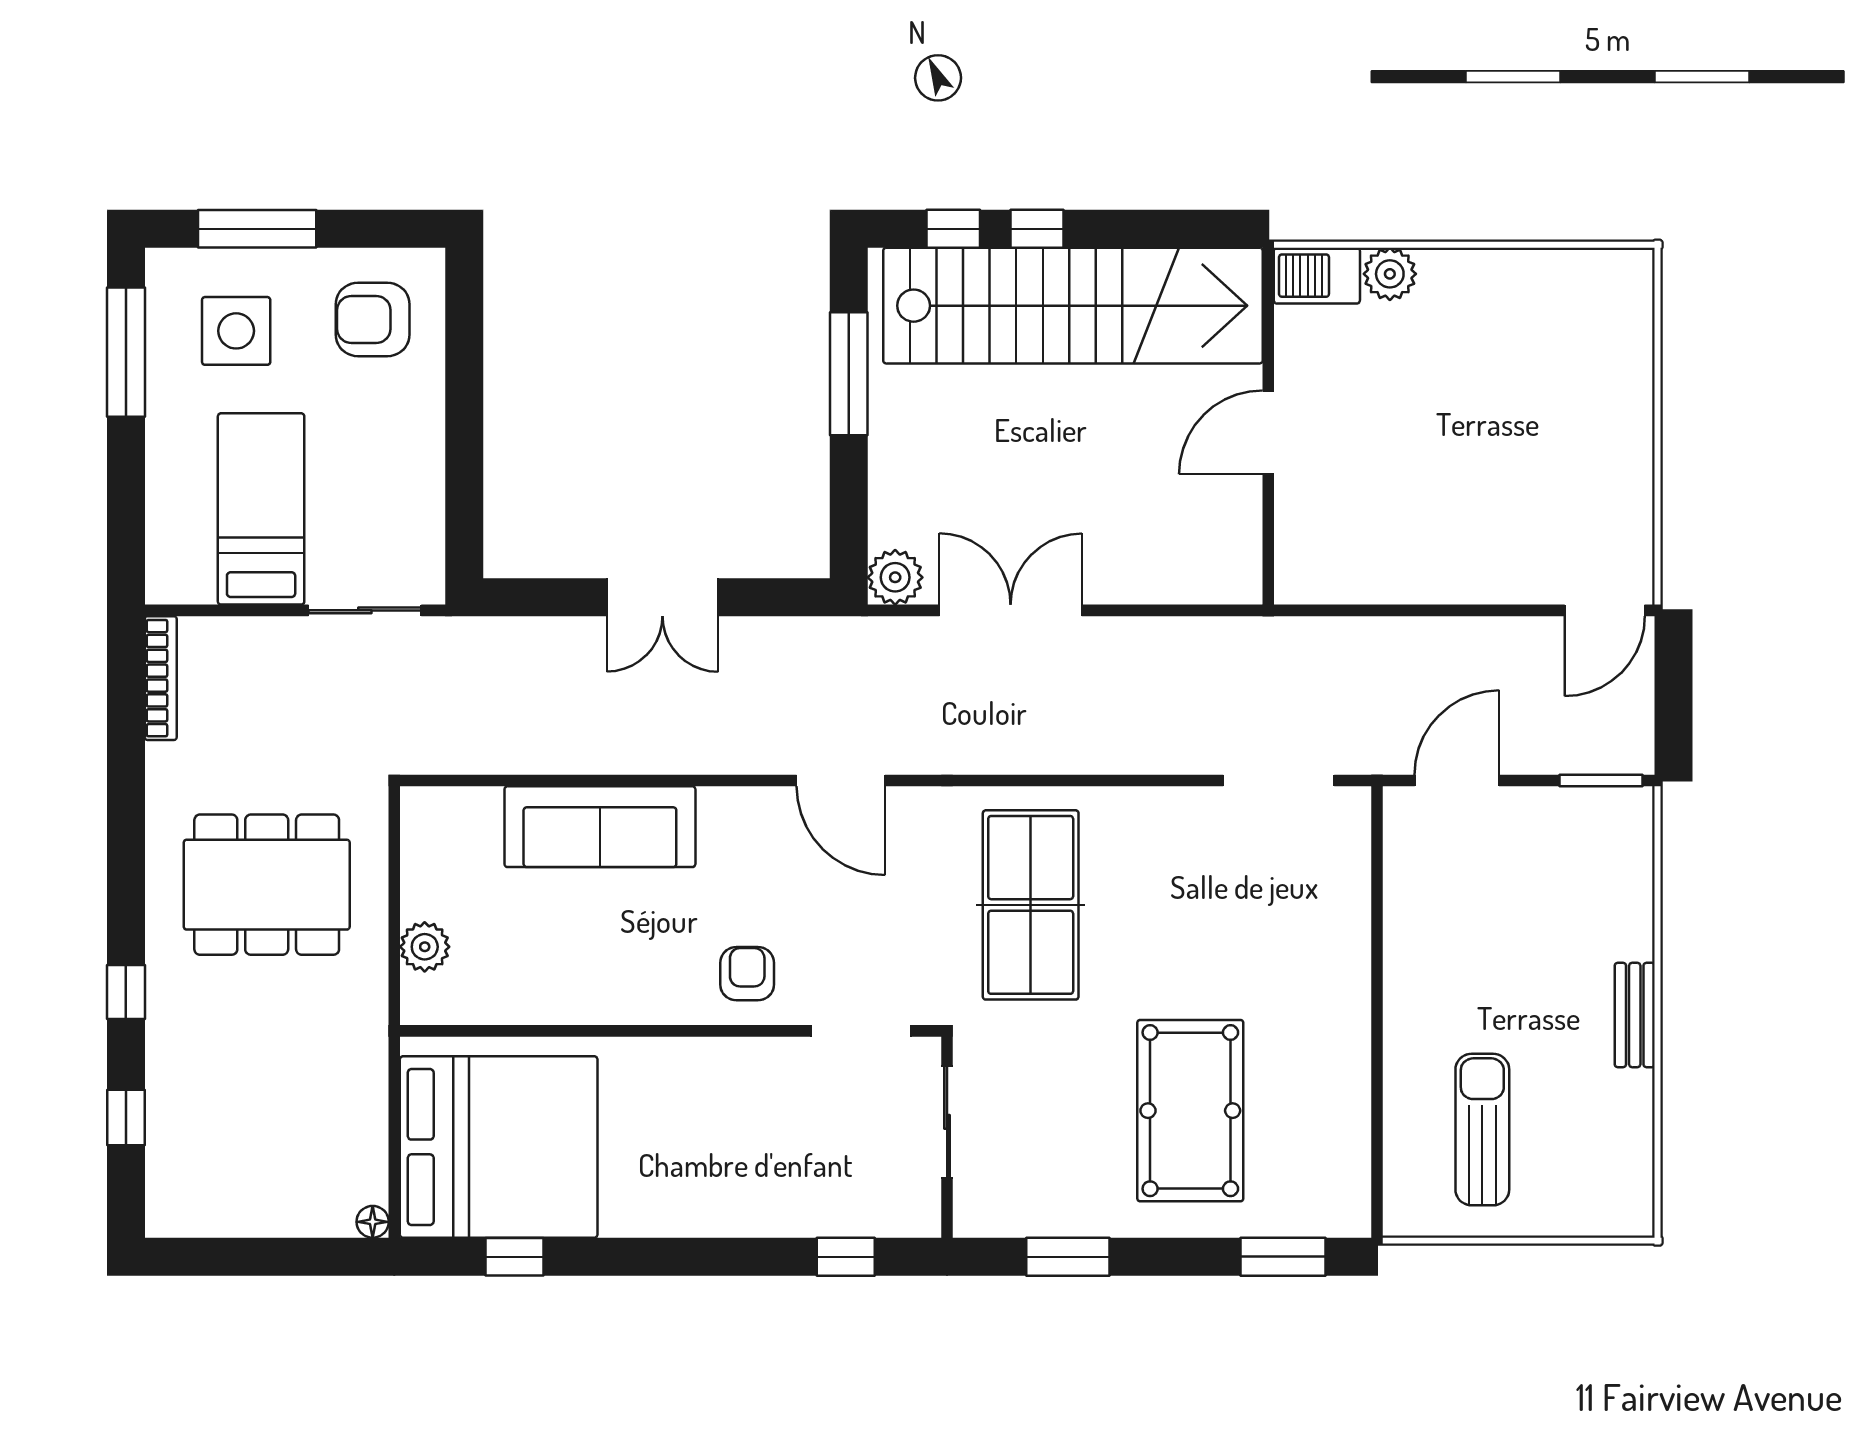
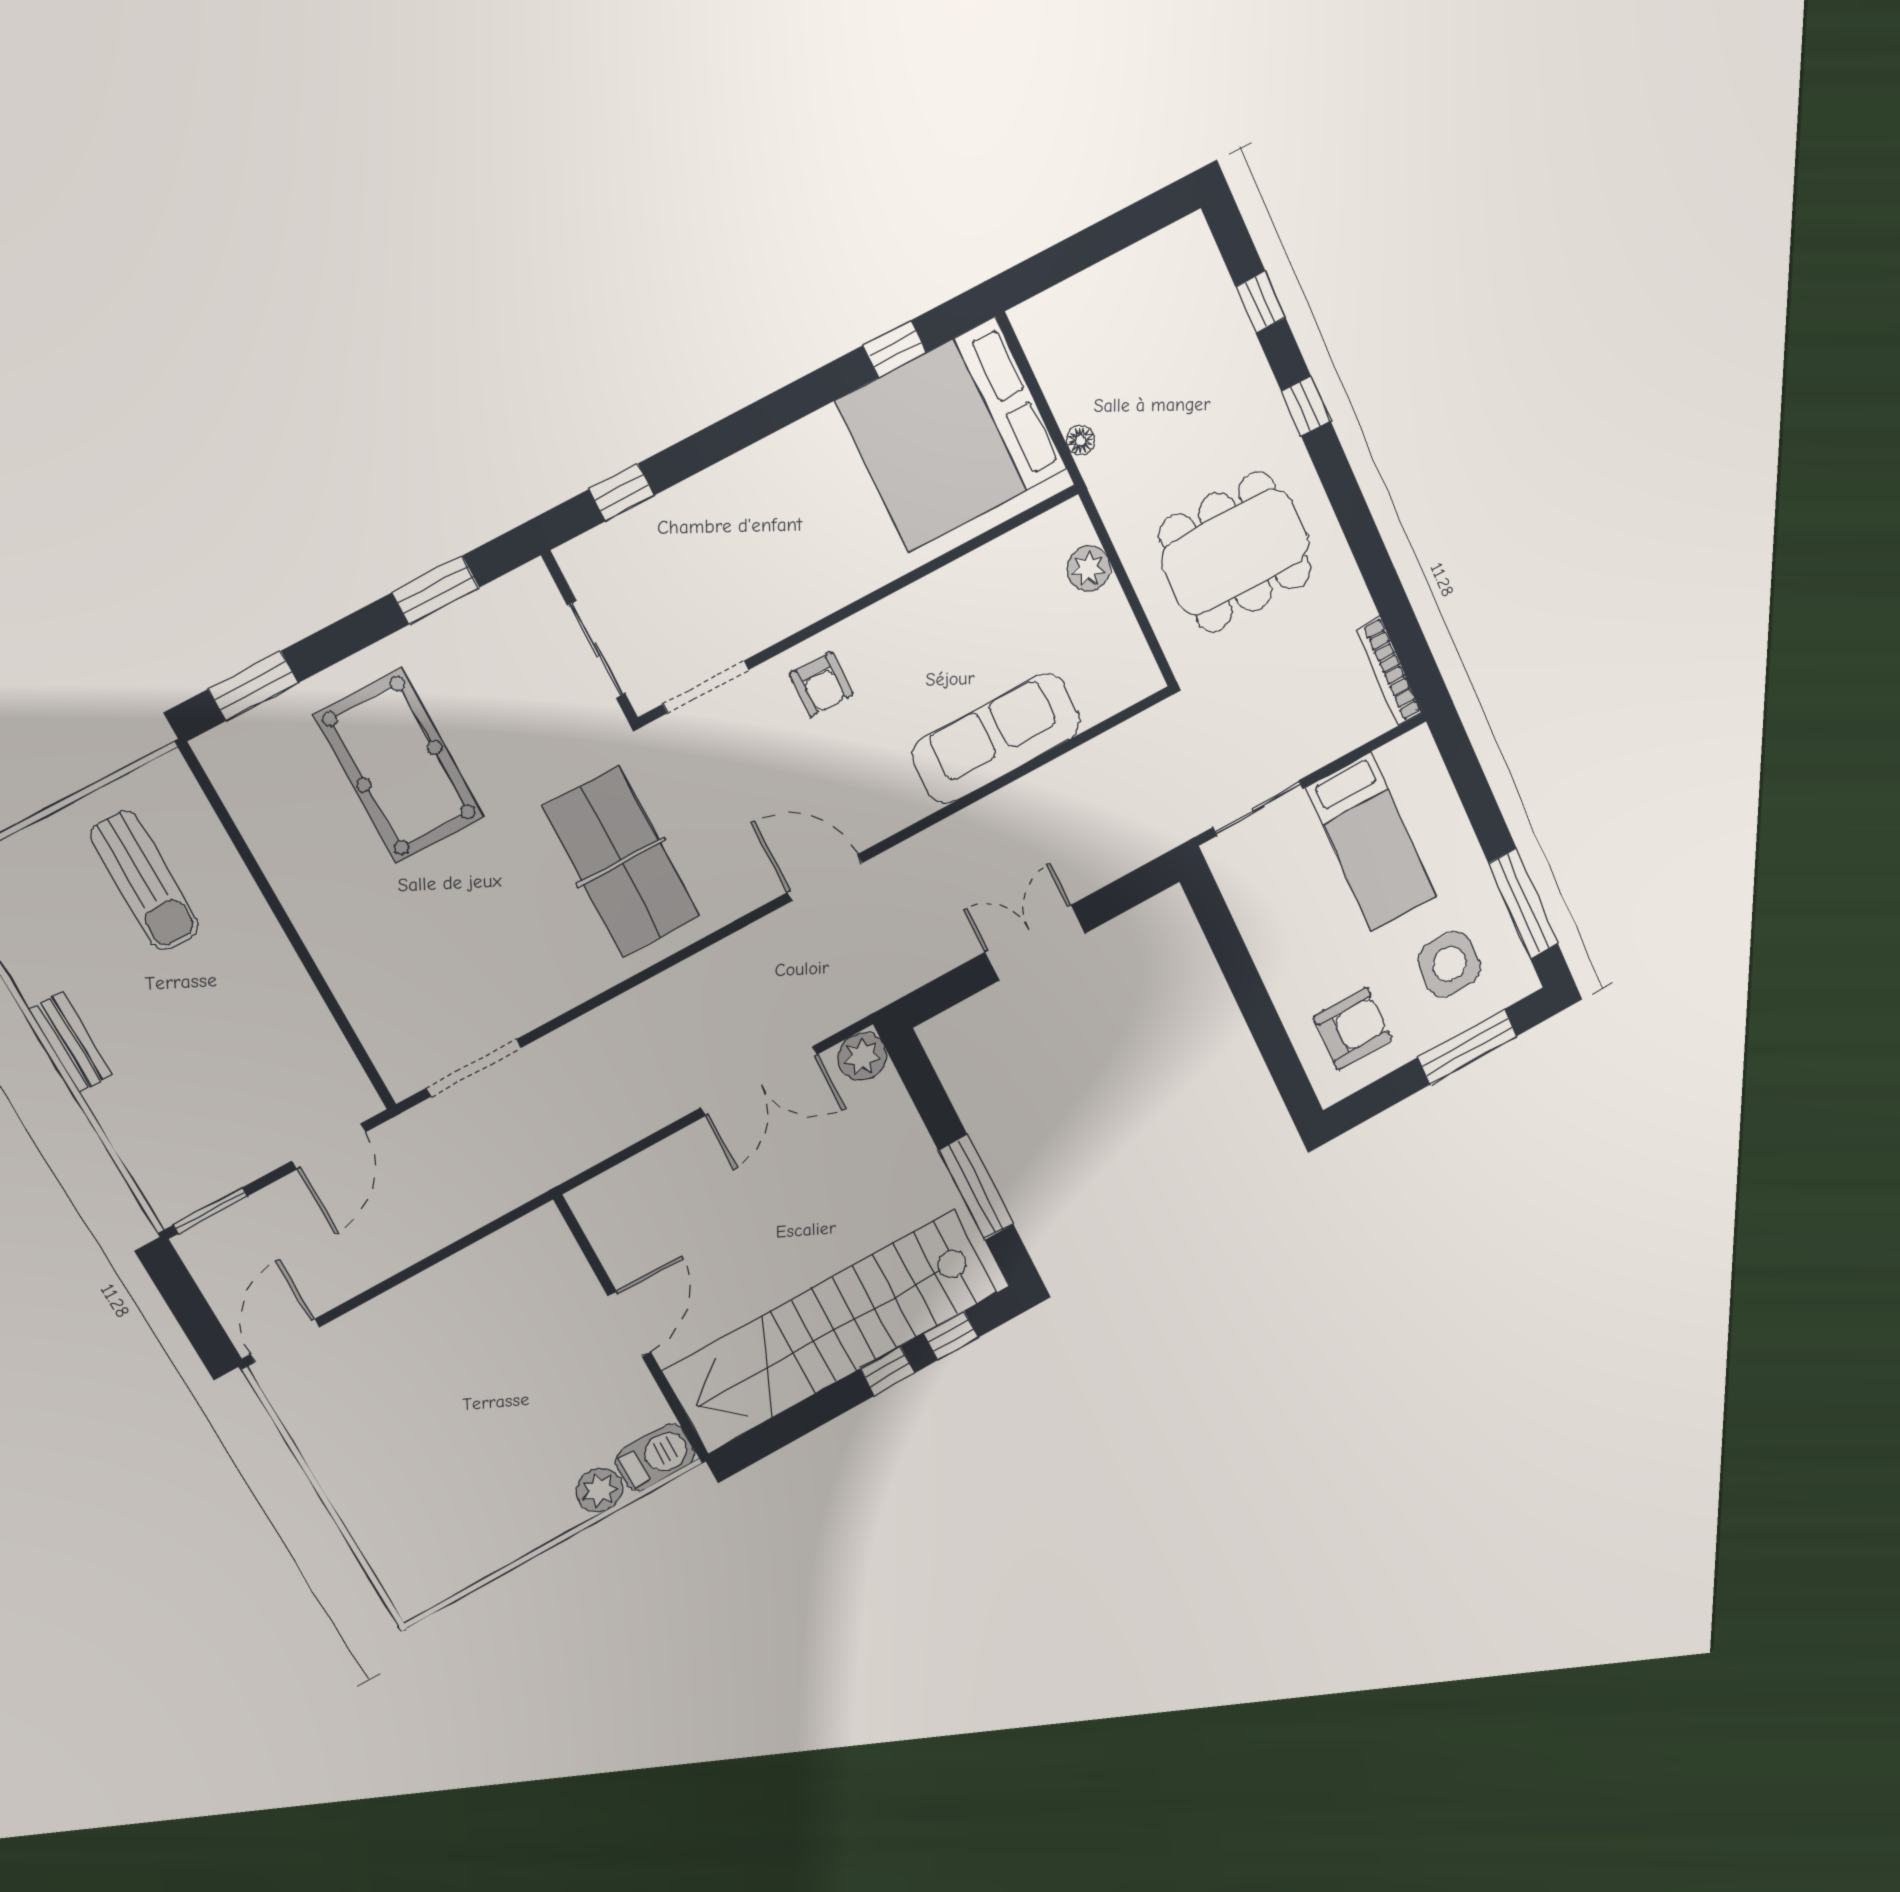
floor lamp: (373, 1222) -> (1080, 440), moved

